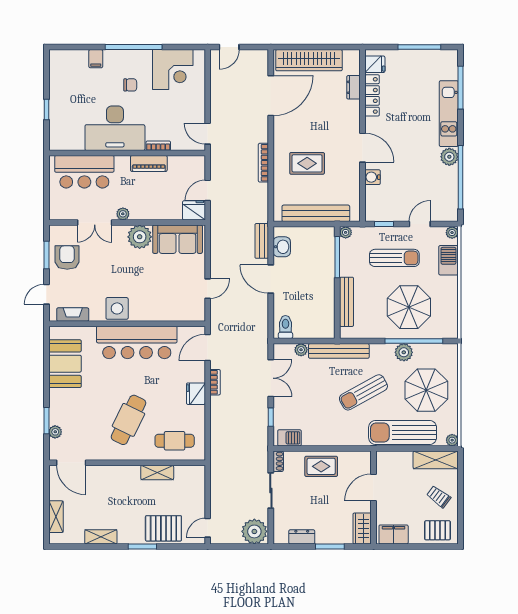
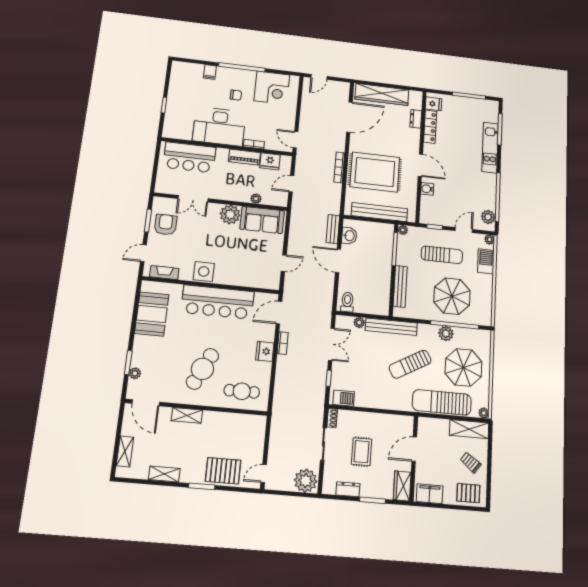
plant: (449, 157) -> (488, 217), moved
rug: (307, 163) -> (375, 172), width x1.86, depth x2.06
fridge: (194, 210) -> (270, 161), moved, turned 180
plant: (123, 214) -> (256, 199), moved
rug: (321, 466) -> (362, 452), moved, turned 90
shelving: (157, 472) -> (187, 415), moved

